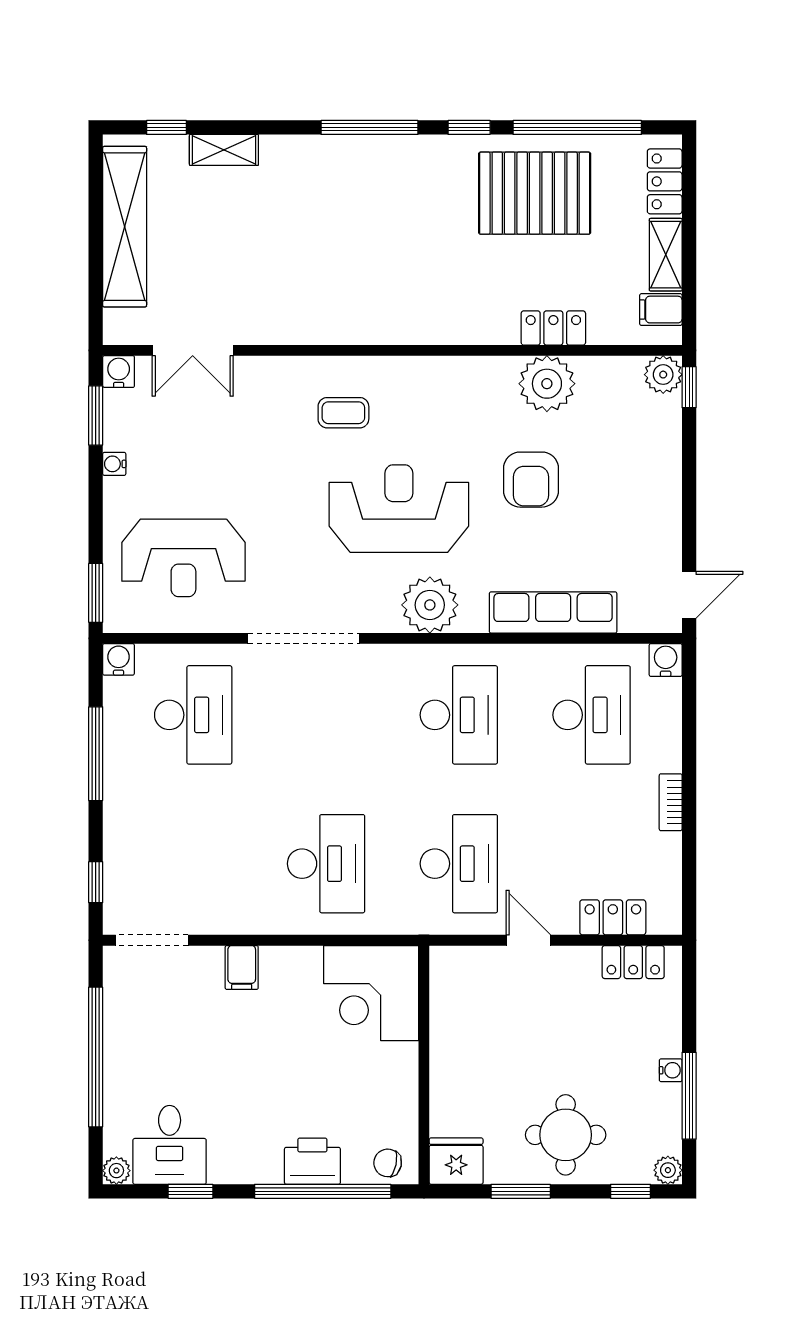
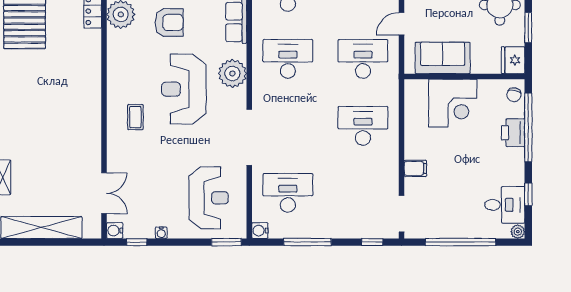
window: (96, 415) -> (137, 242), width x0.67
corner desk: (371, 993) -> (453, 103), moved
sofa: (461, 1022) -> (443, 58), added

